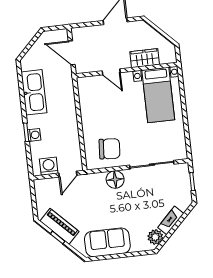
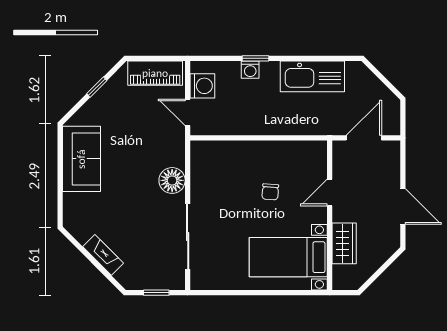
chair: (110, 149) -> (270, 192), moved, width x0.54, depth x0.54
piano: (59, 226) -> (155, 73), moved, turned 45
plant: (155, 237) -> (81, 230), removed

